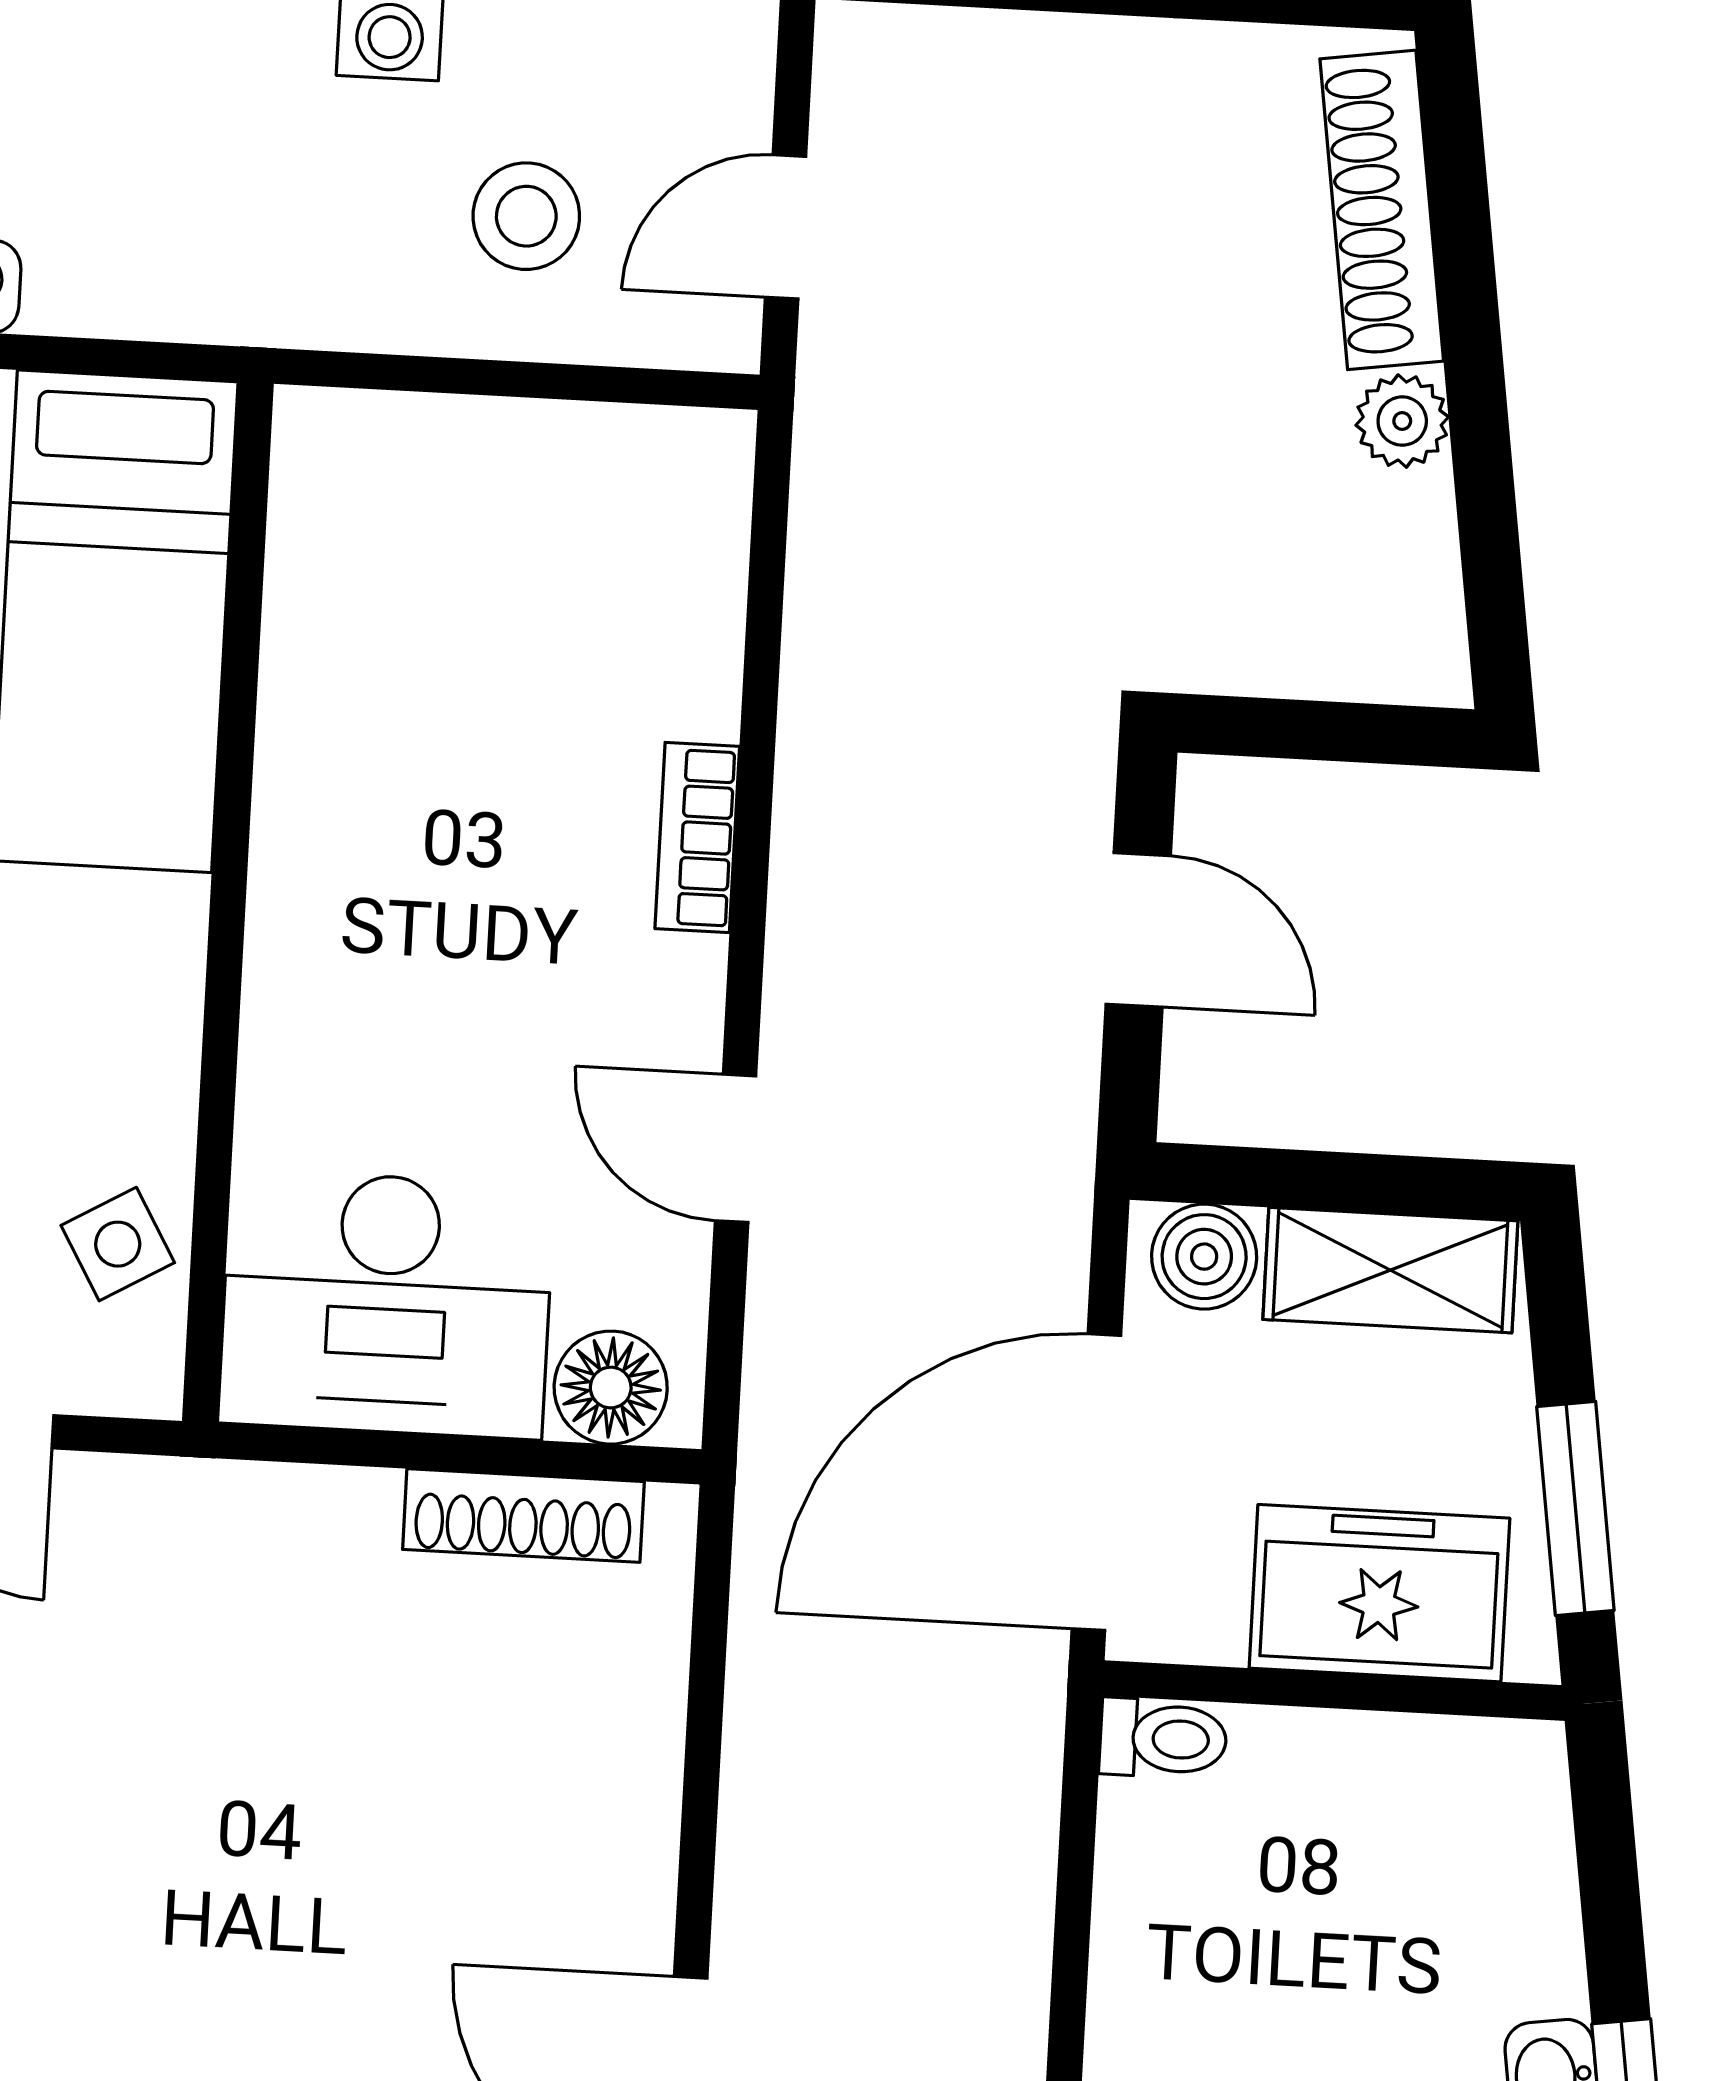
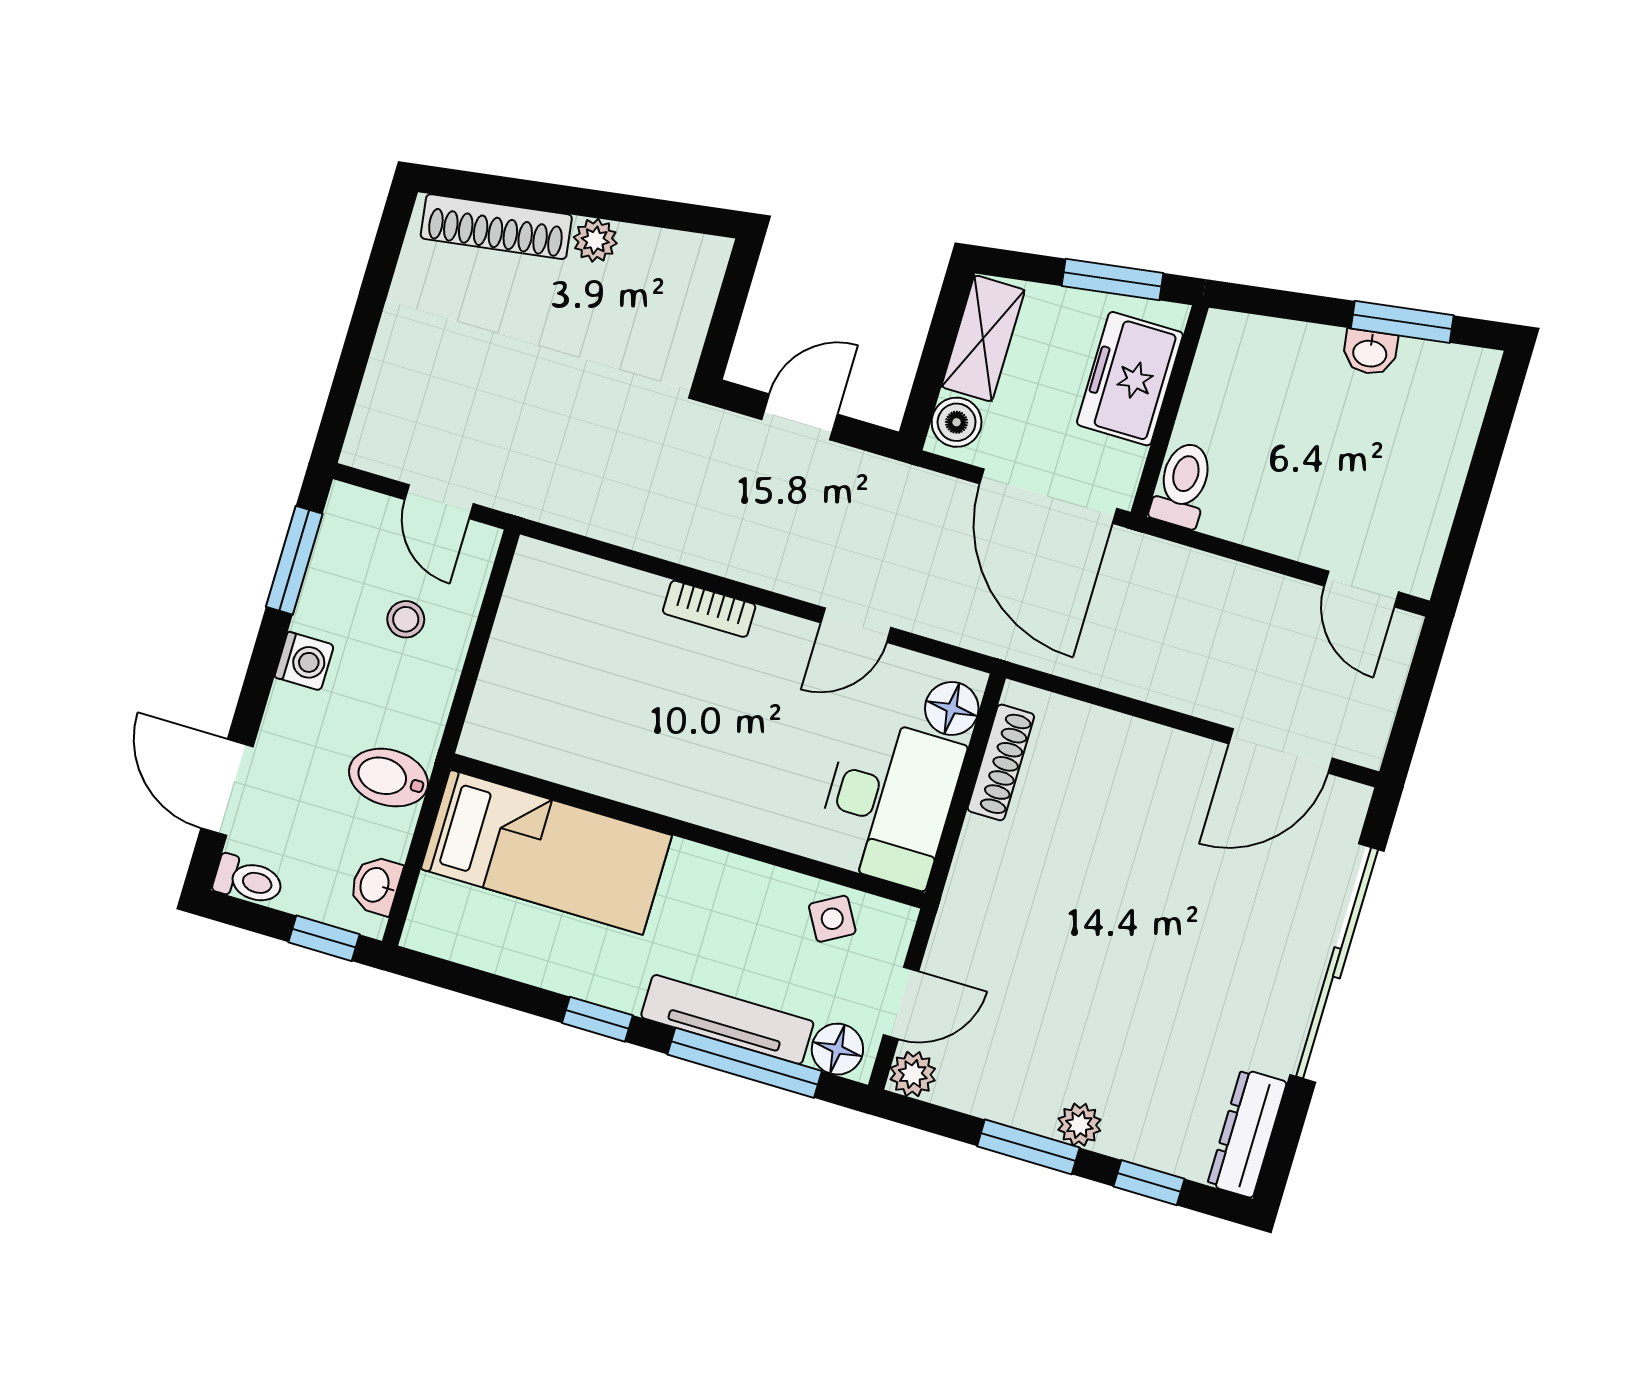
stool: (526, 216) -> (406, 619), width x0.73, depth x0.73
bidet: (191, 258) -> (388, 778), added
toilet: (1163, 1739) -> (1183, 485), width x1.37, depth x1.39

